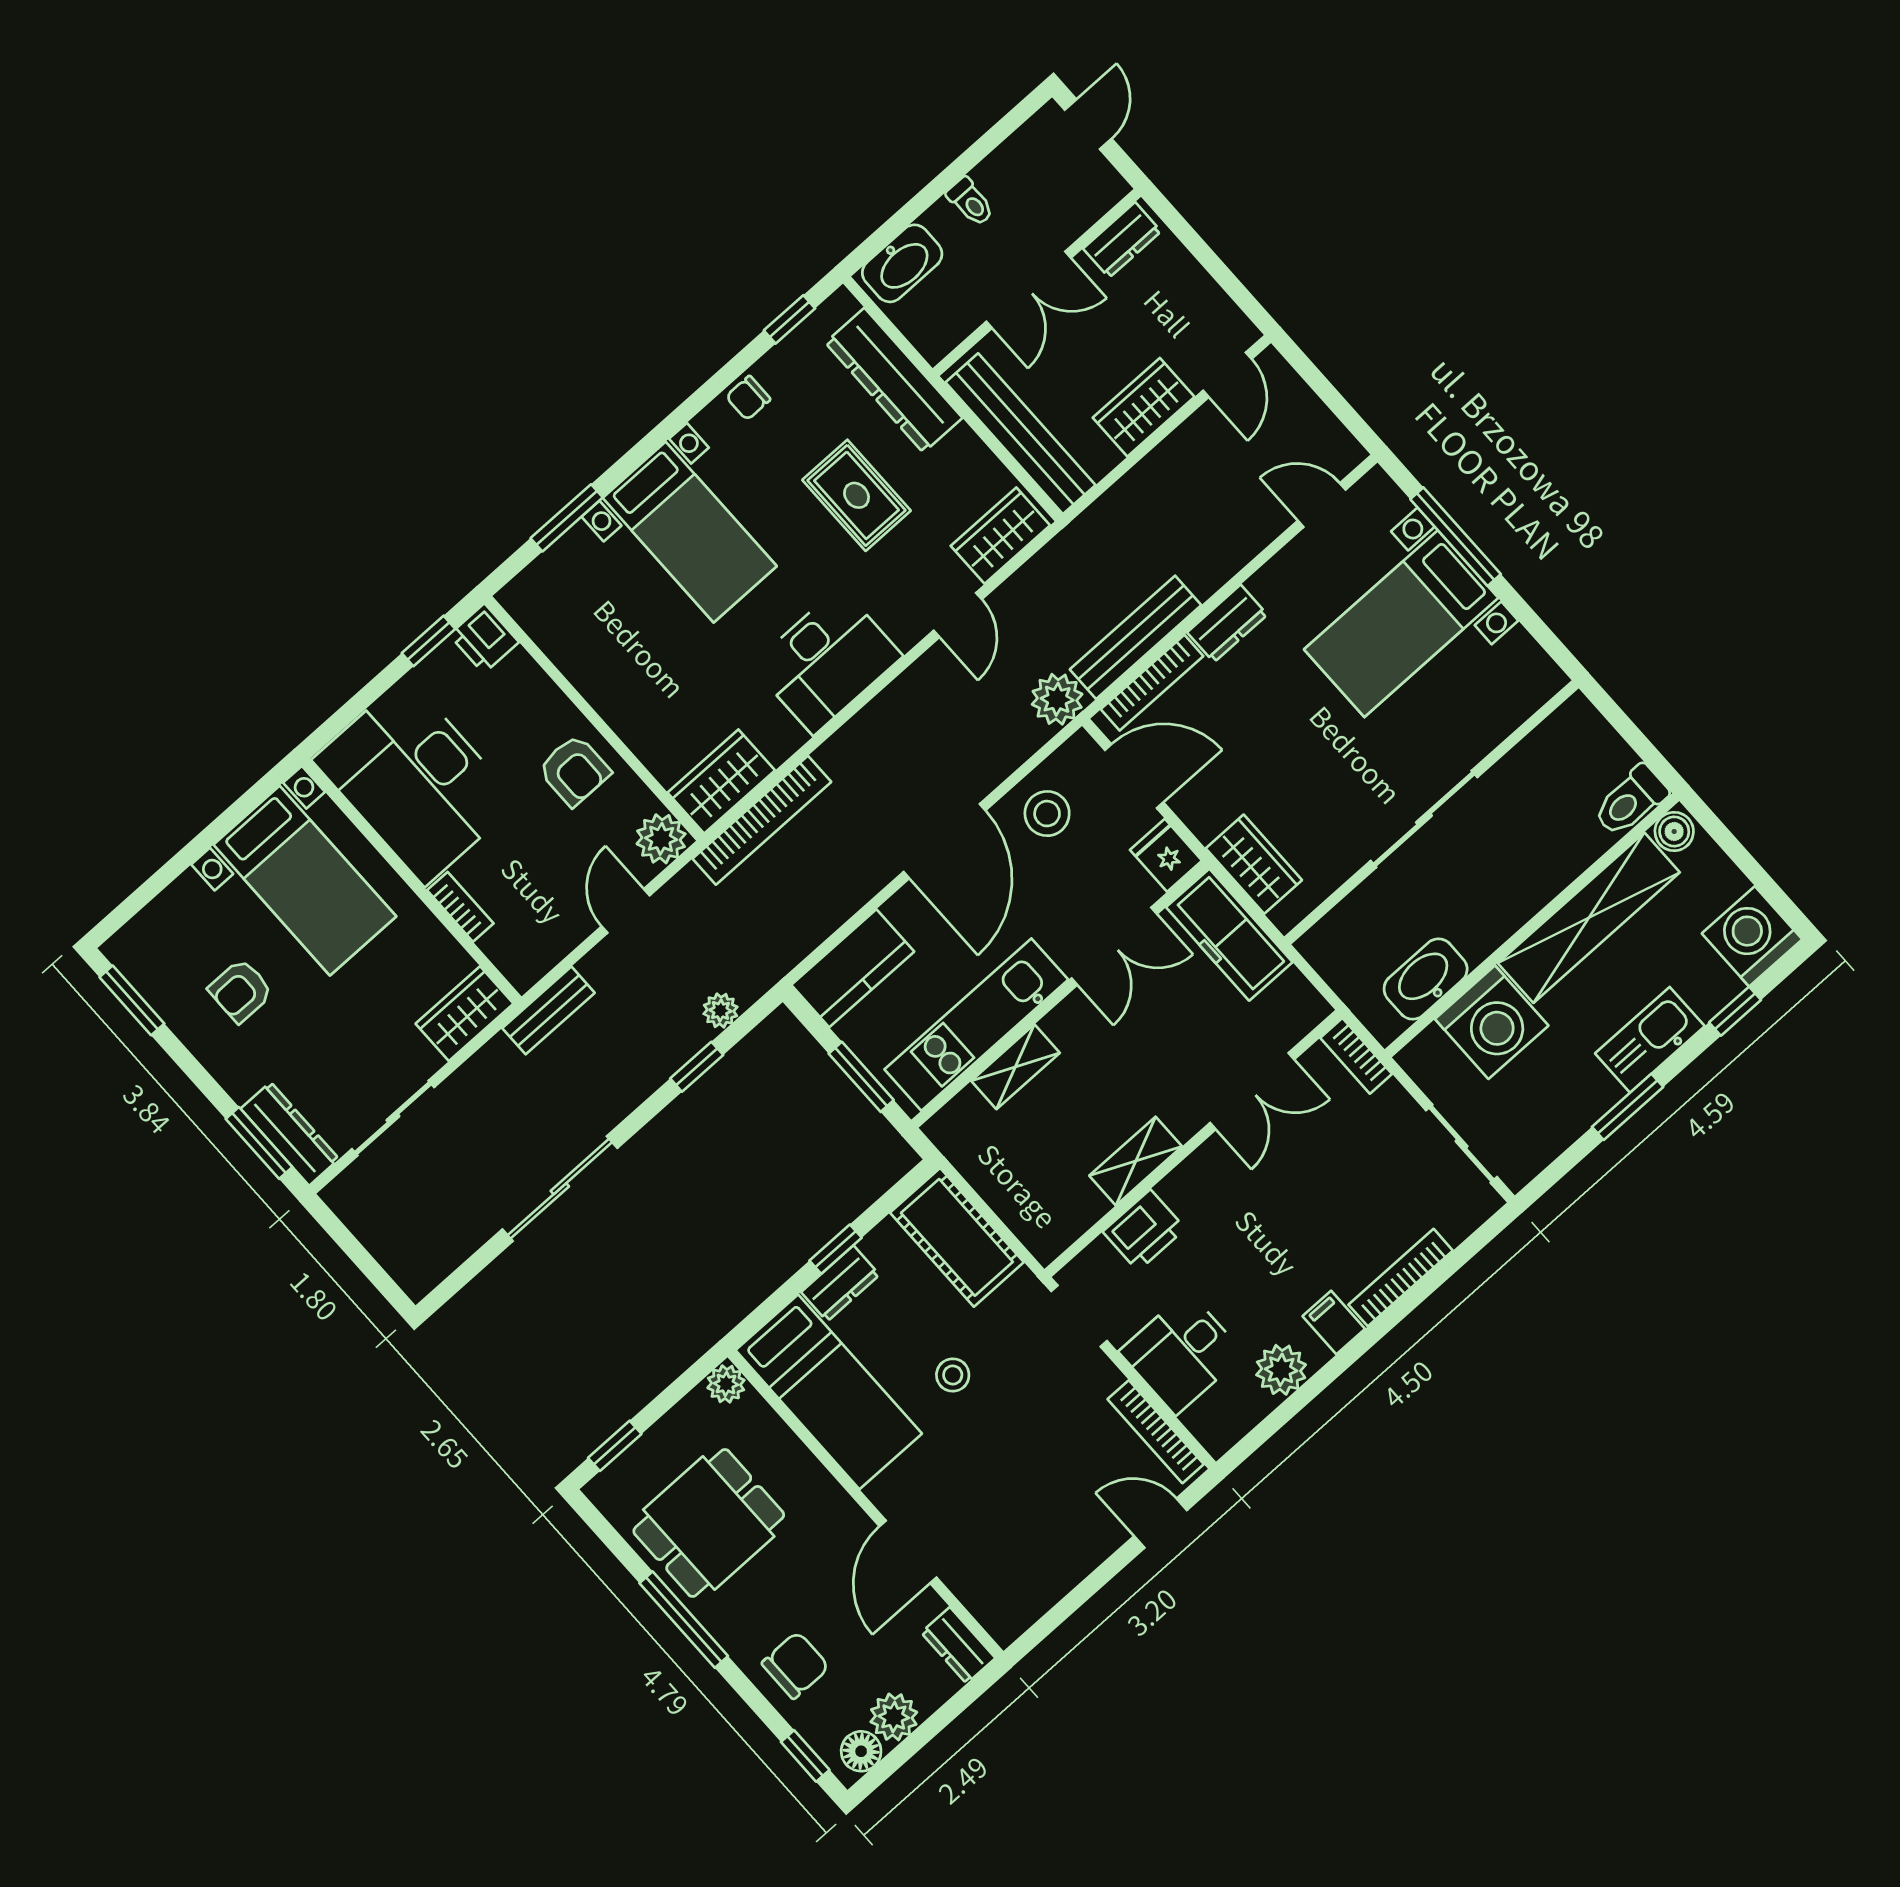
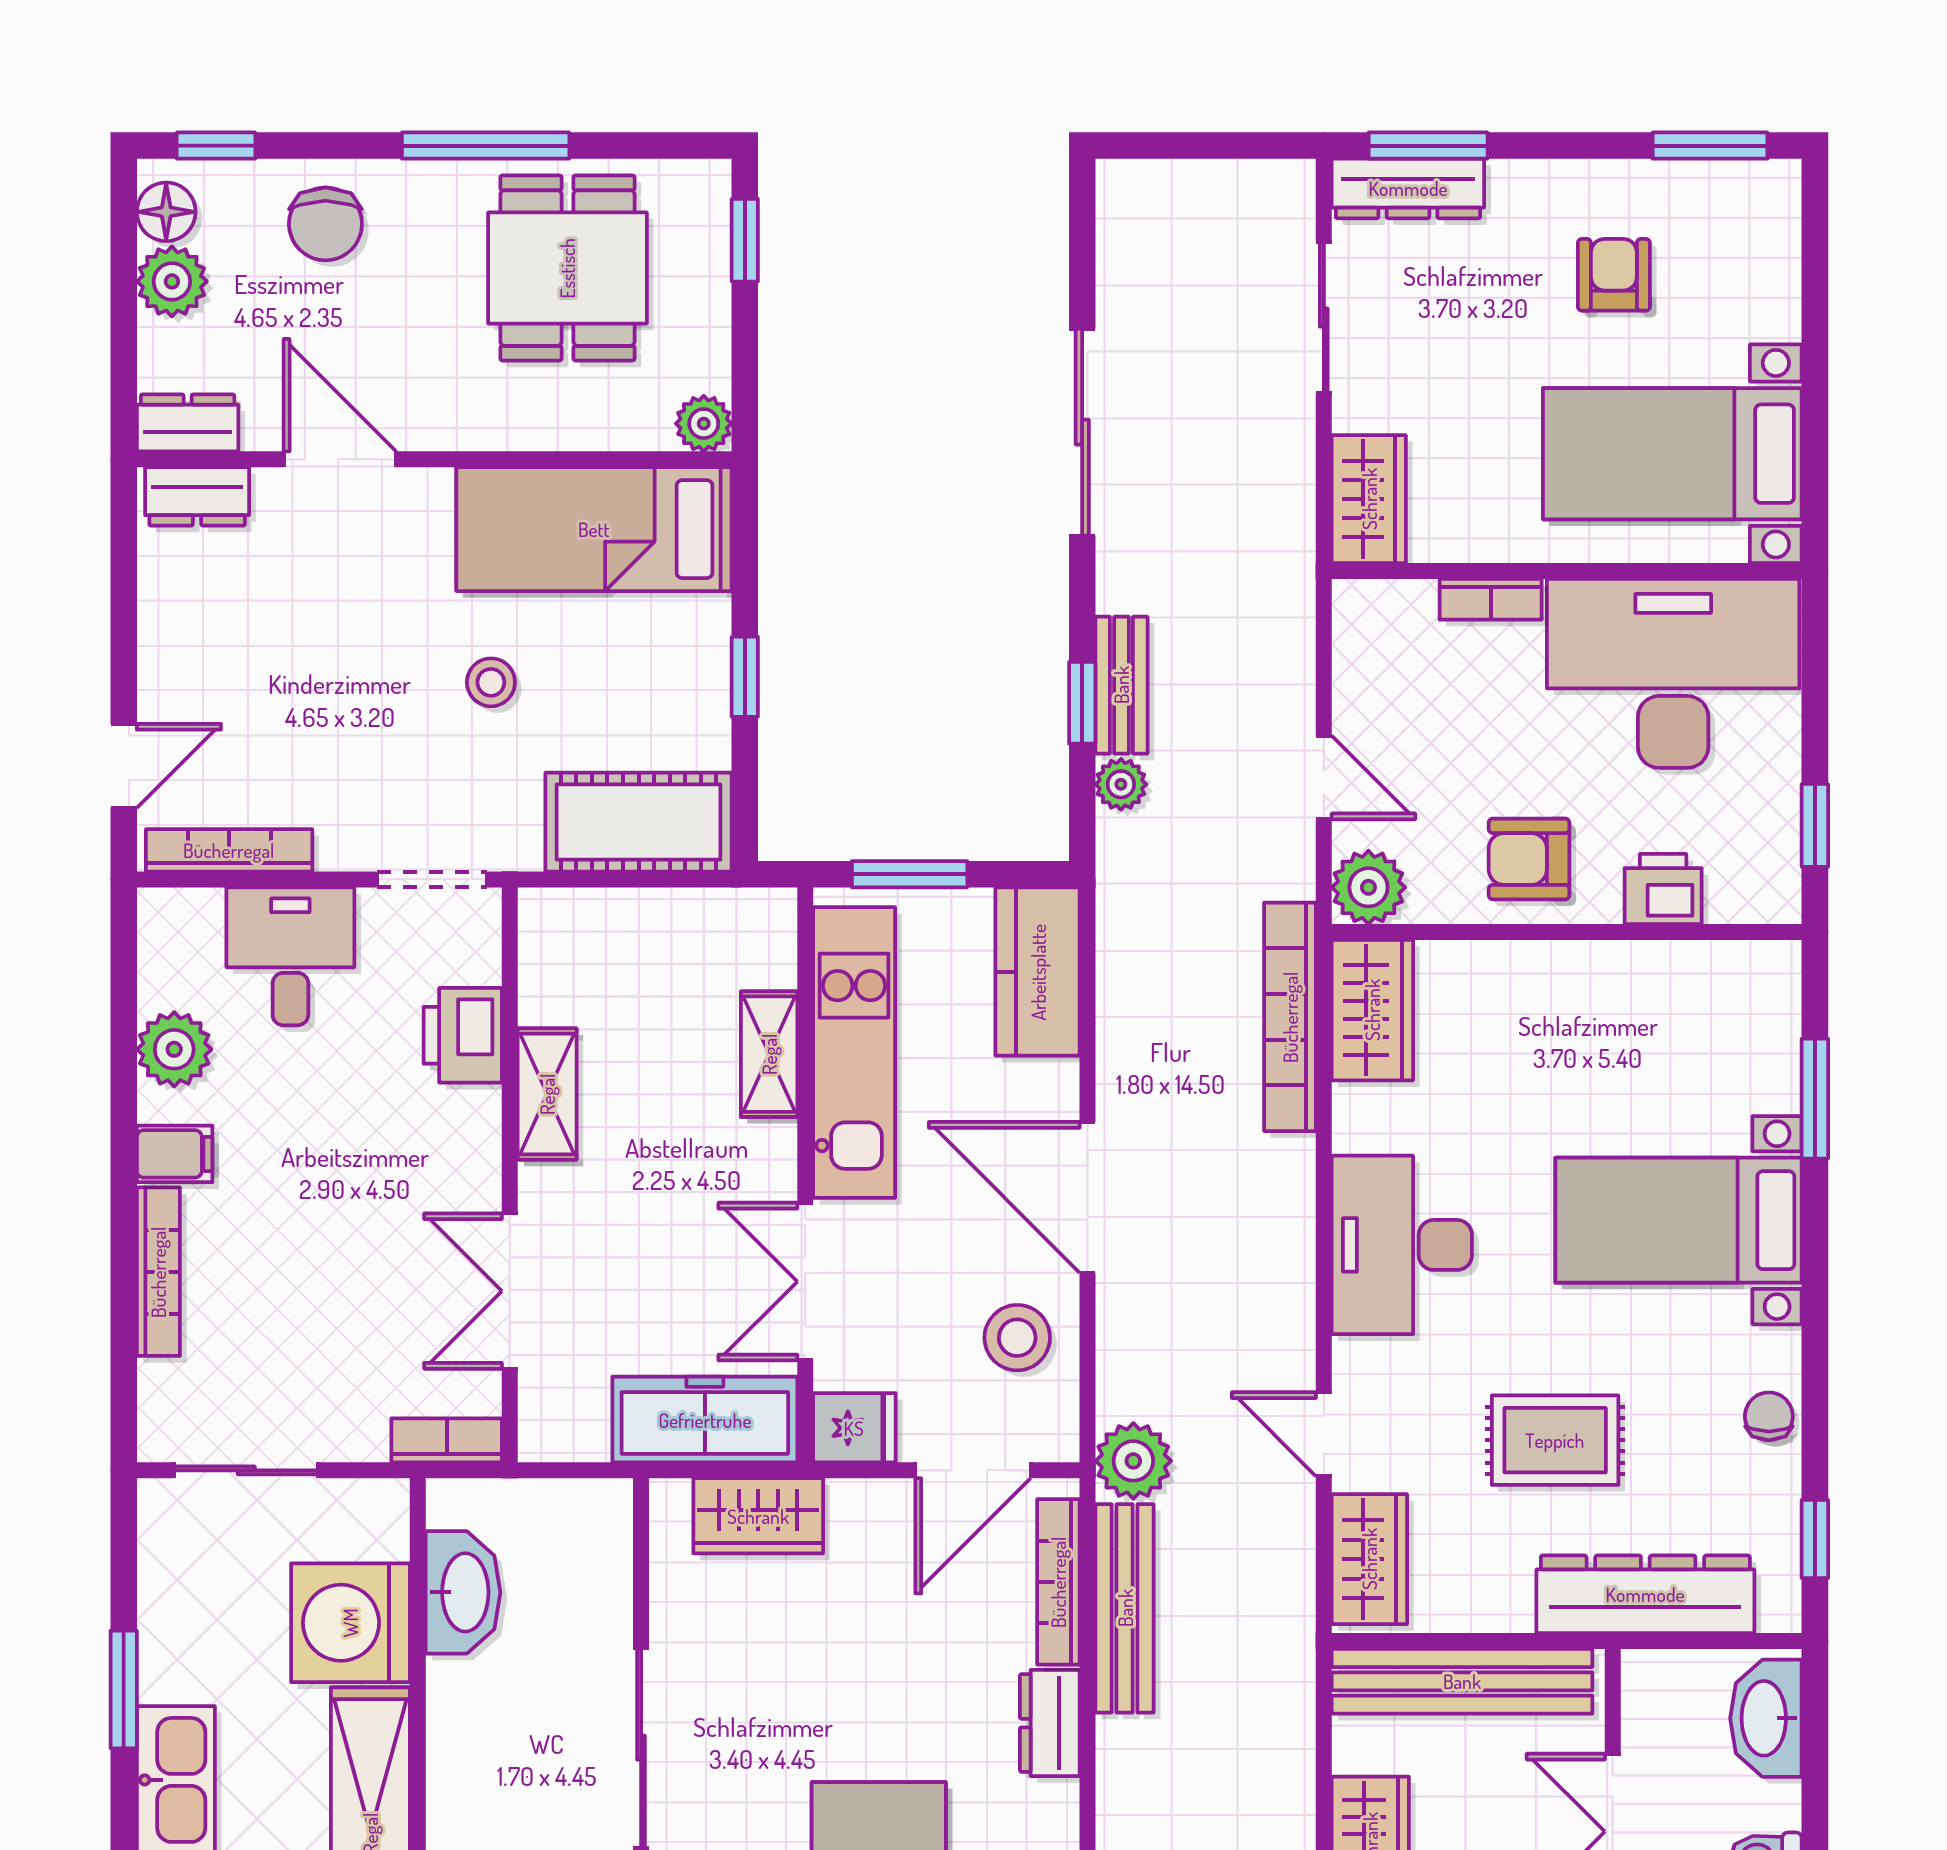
printer: (484, 638) -> (1663, 889), moved
bench: (548, 1010) -> (1121, 685), moved
dresser: (840, 1283) -> (197, 496), moved, turned -90

